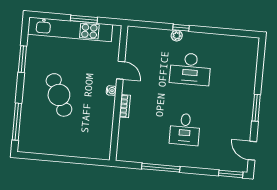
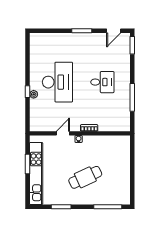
desk: (190, 69) -> (57, 82), width x1.36, depth x1.30

